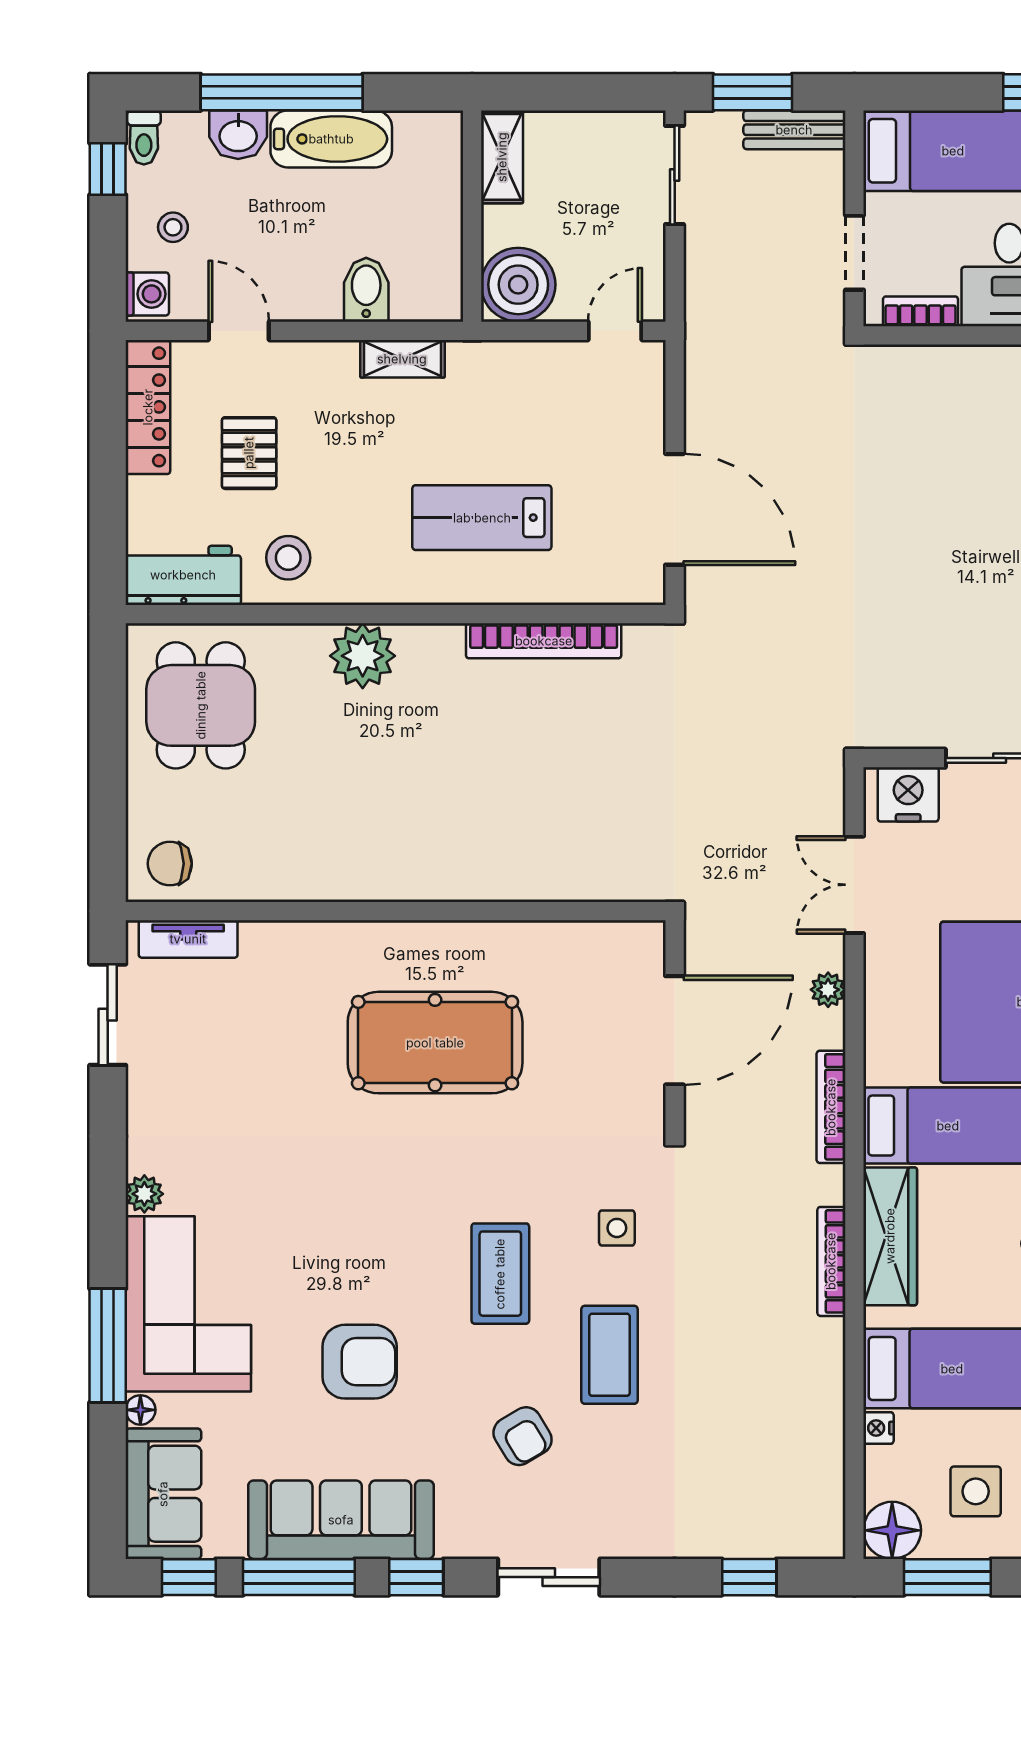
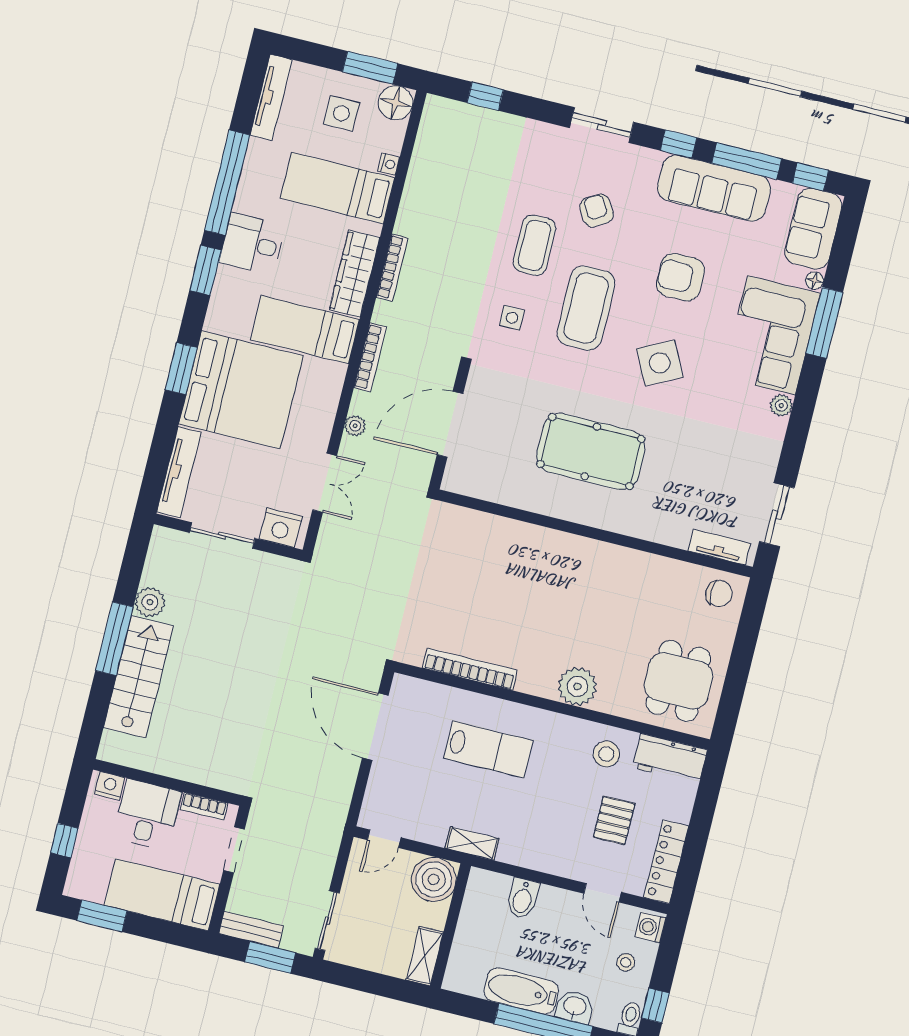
shelving: (402, 359) -> (472, 843), moved
side table: (359, 1214) -> (660, 363), added
coffee table: (500, 1274) -> (586, 308), width x1.36, depth x1.32

